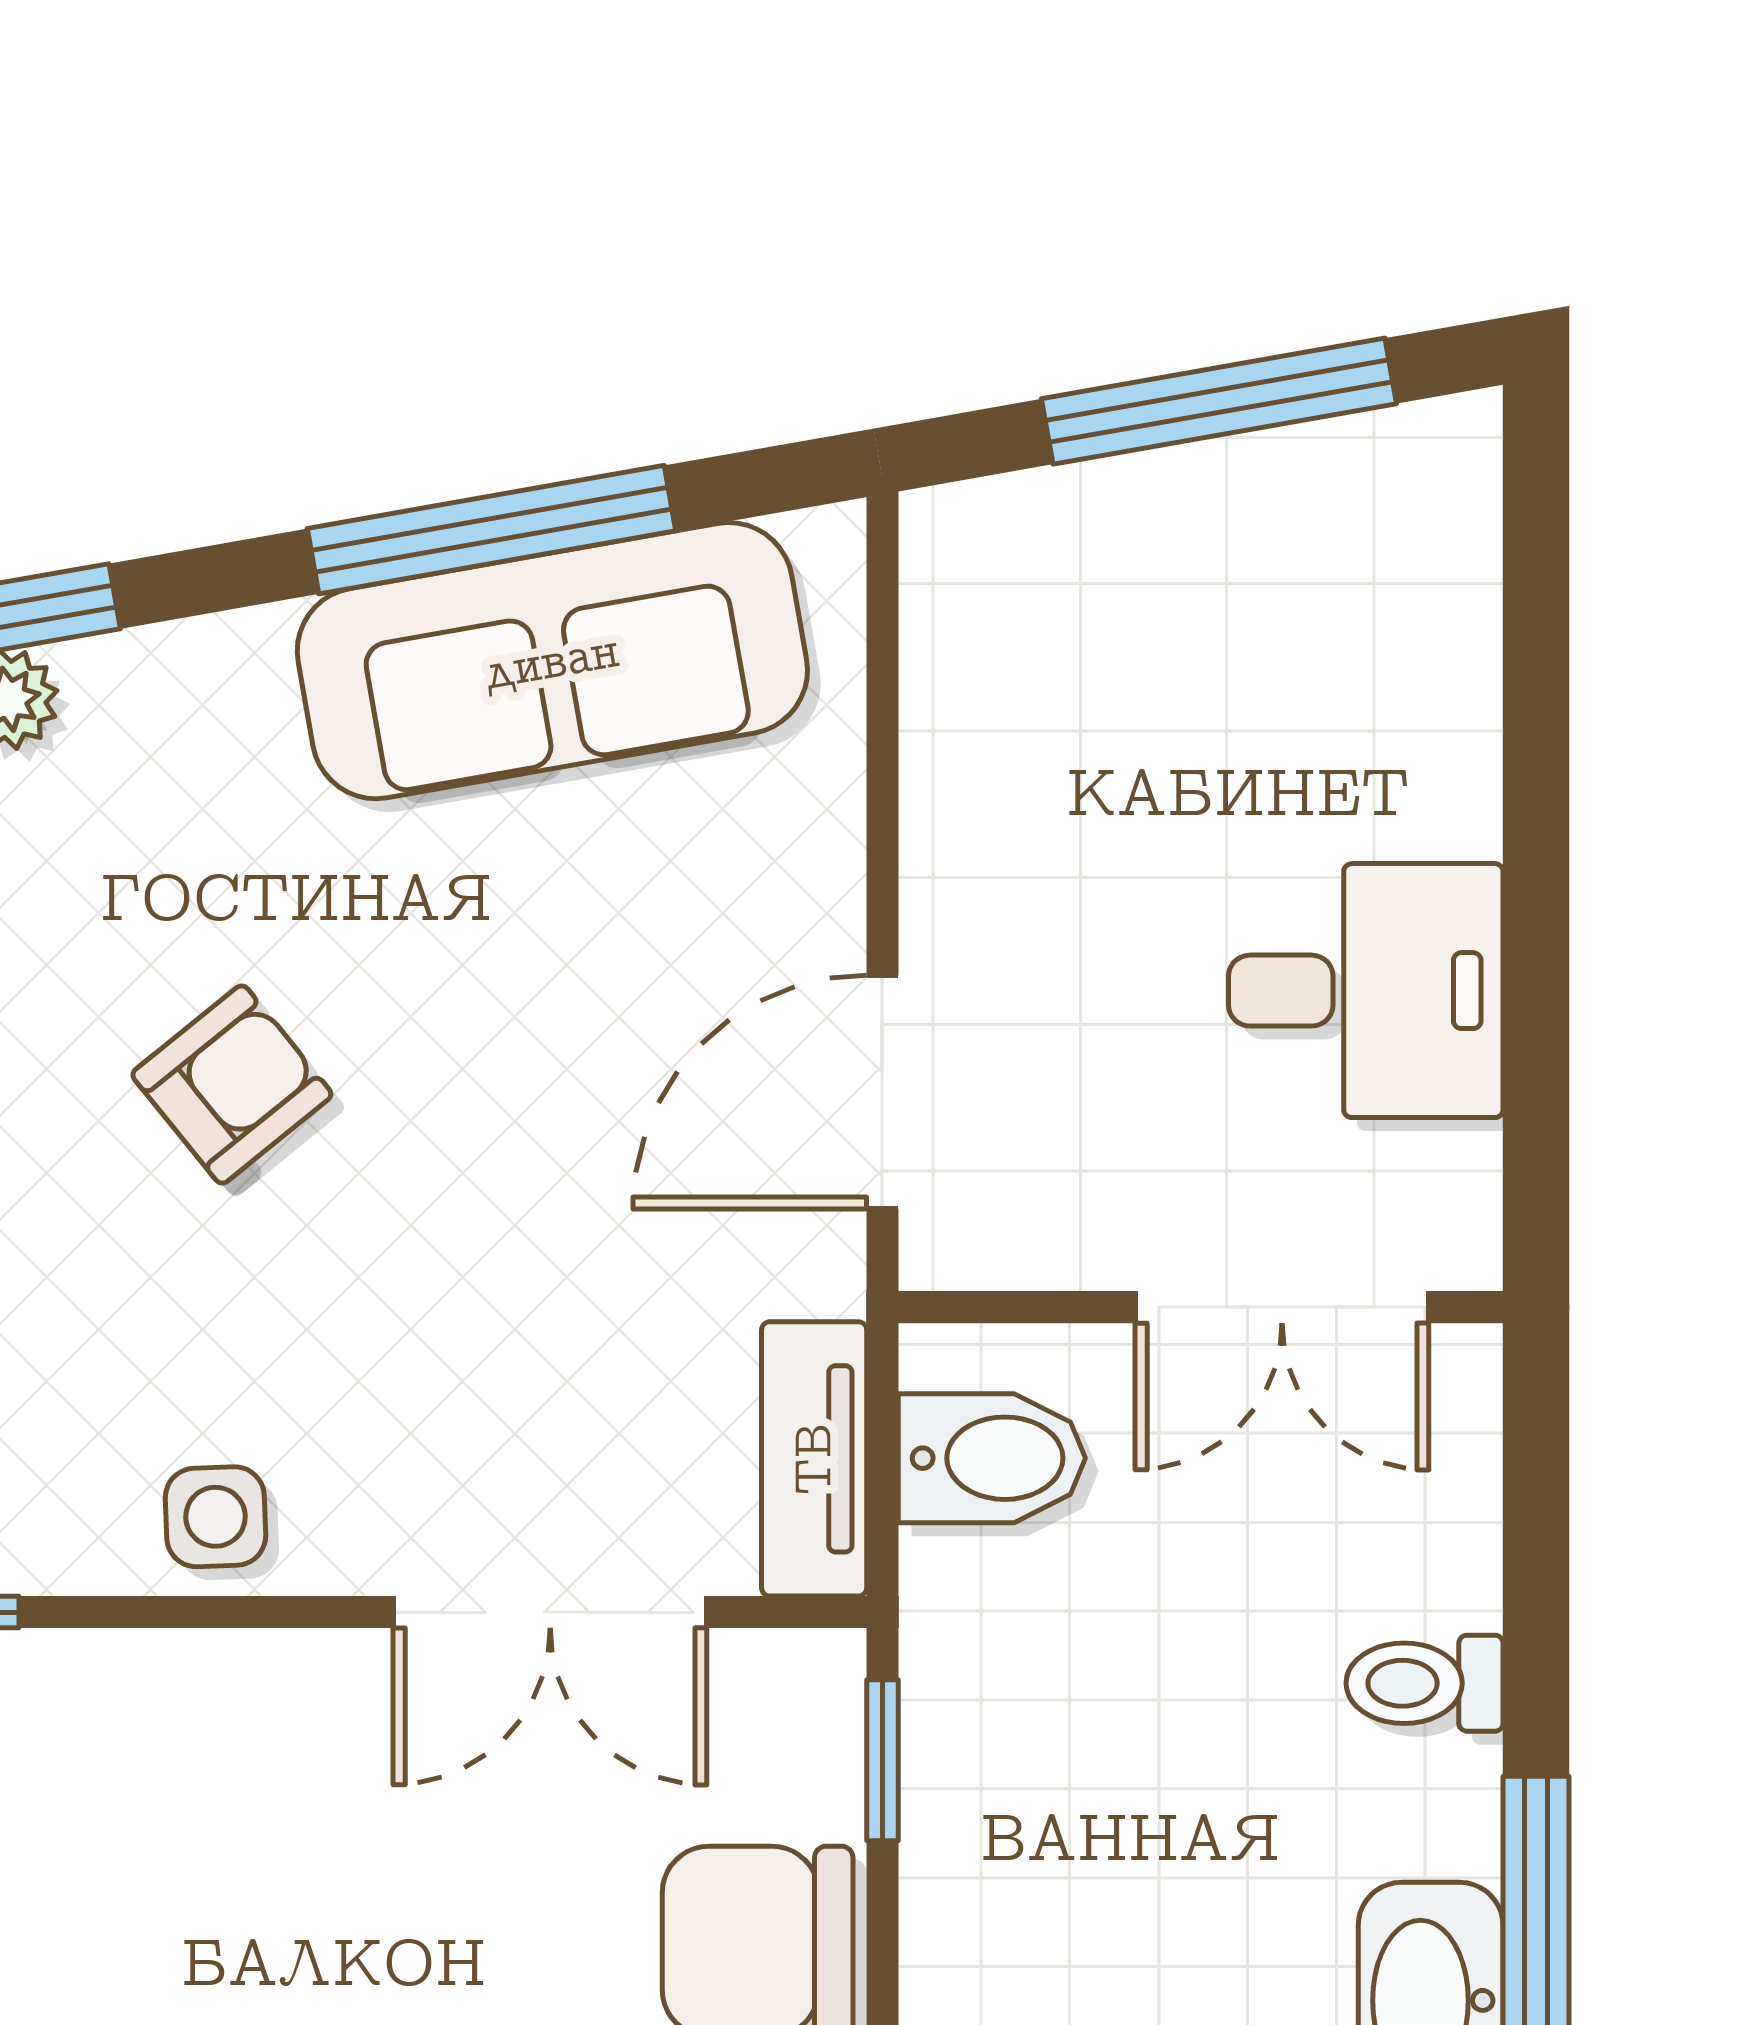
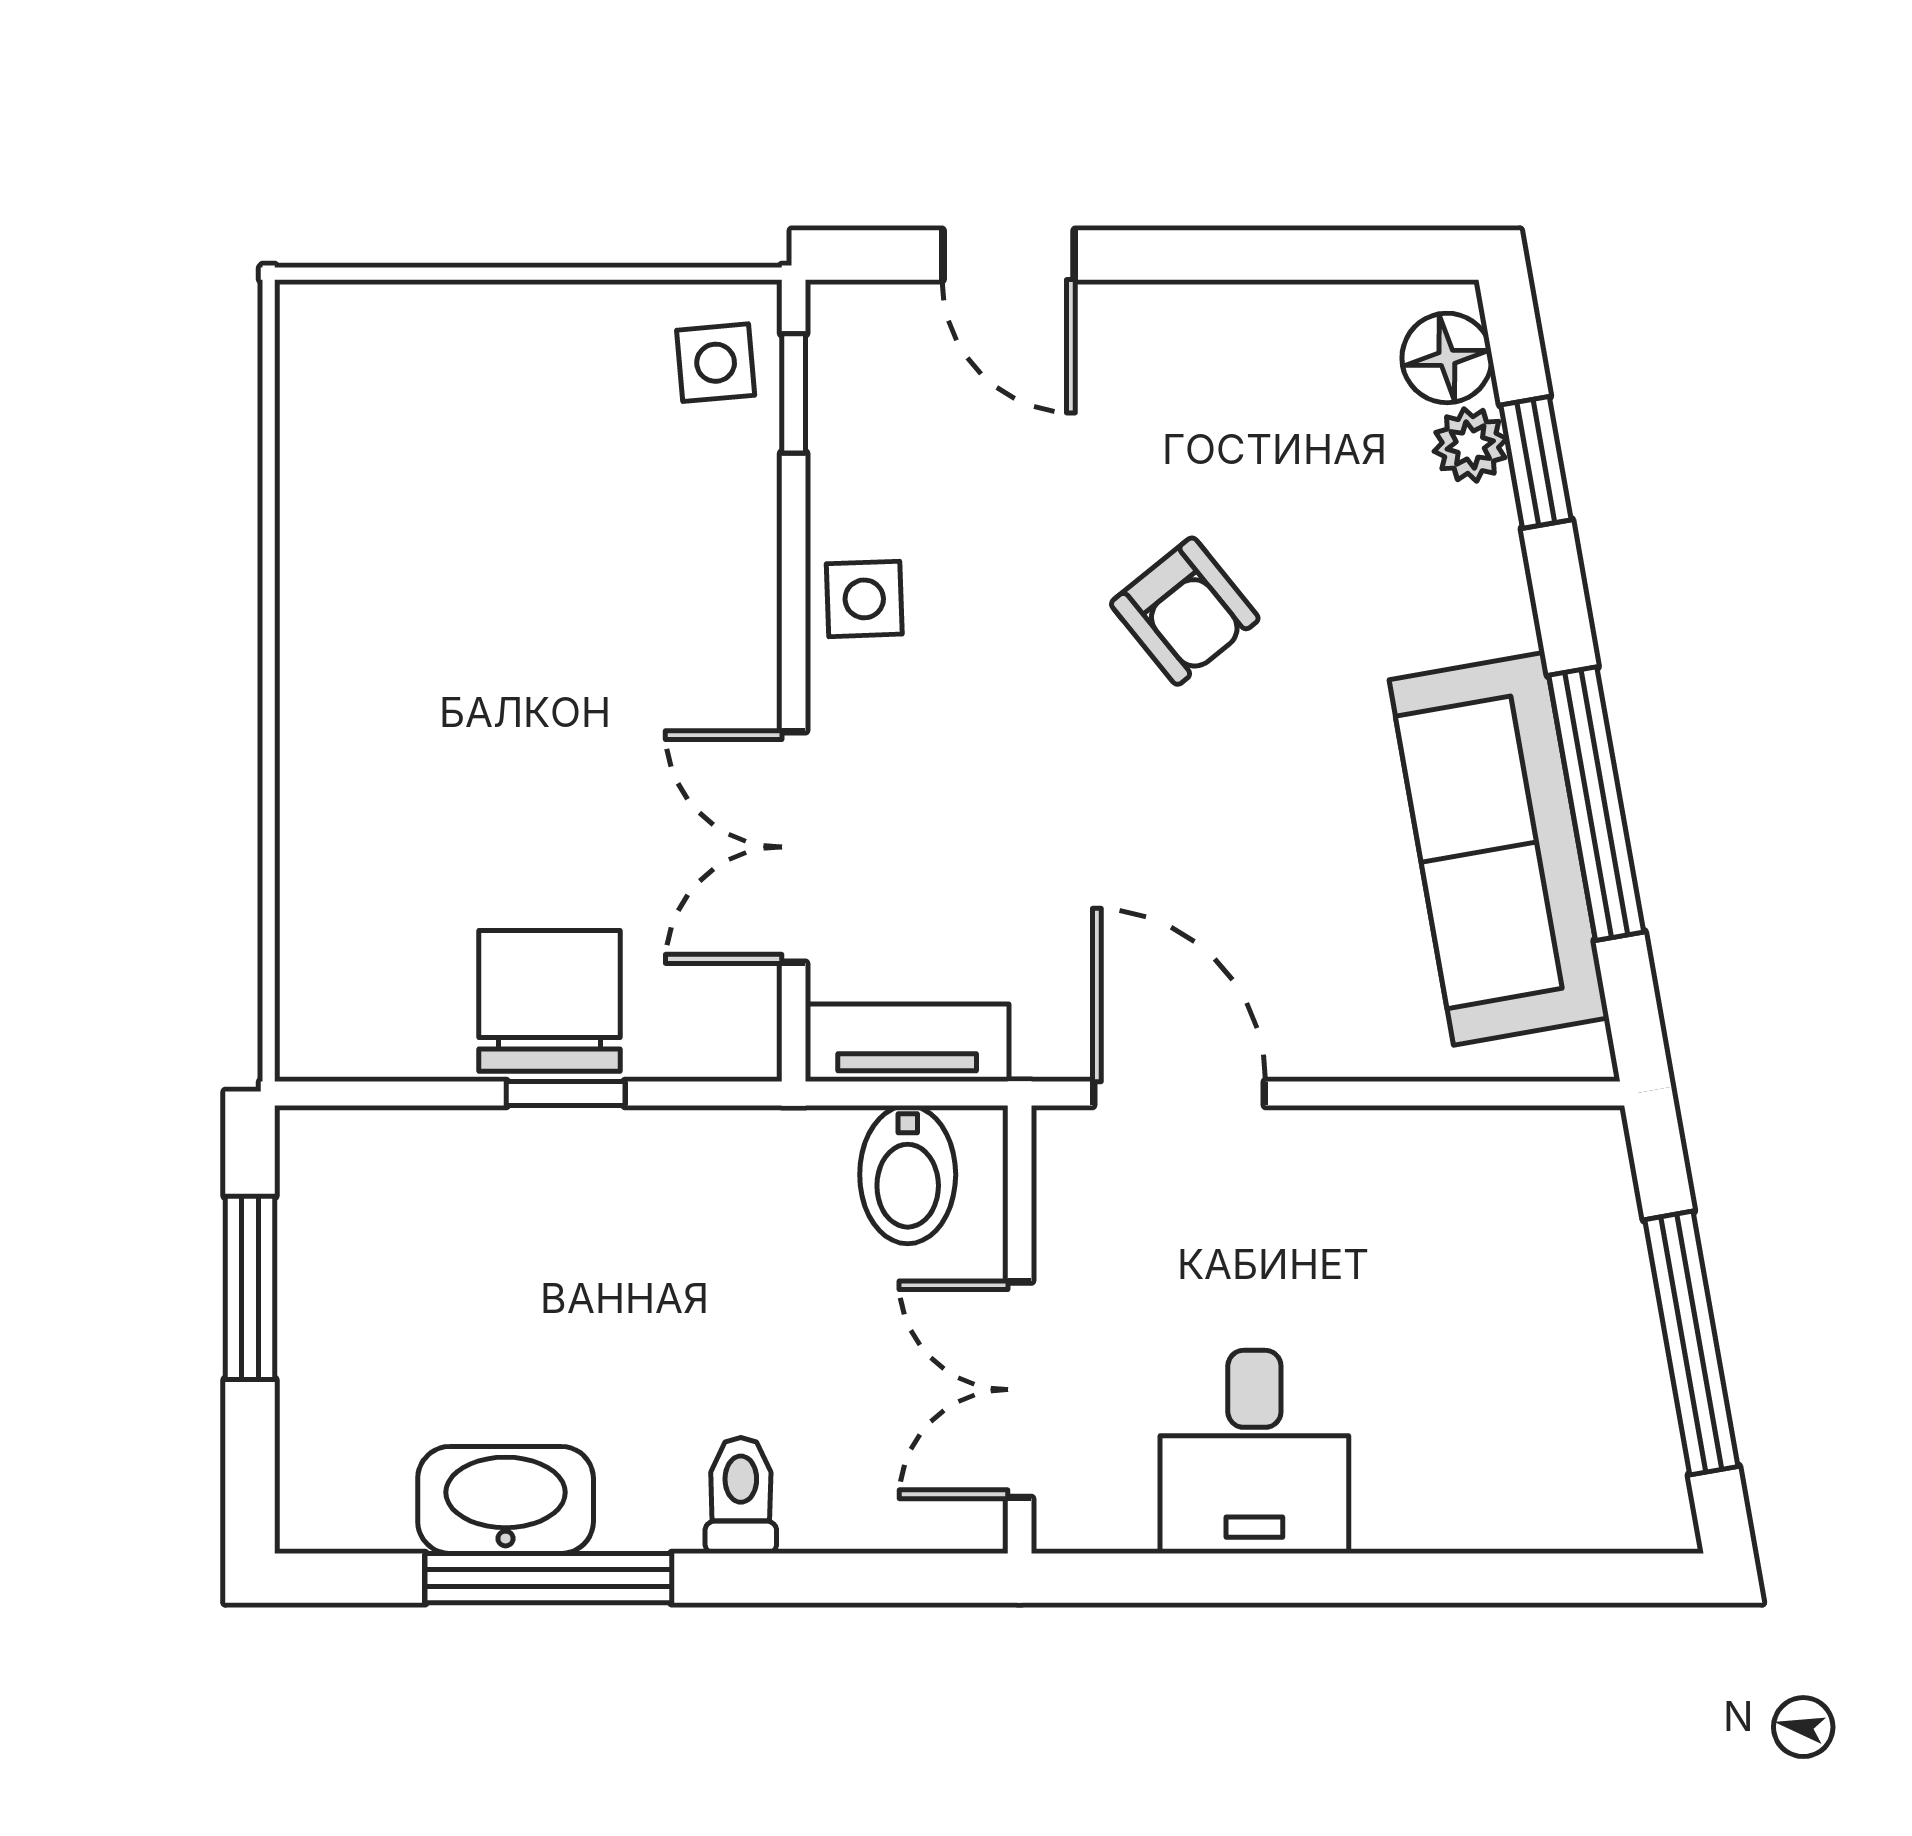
window: (882, 1760) -> (566, 1093), moved

